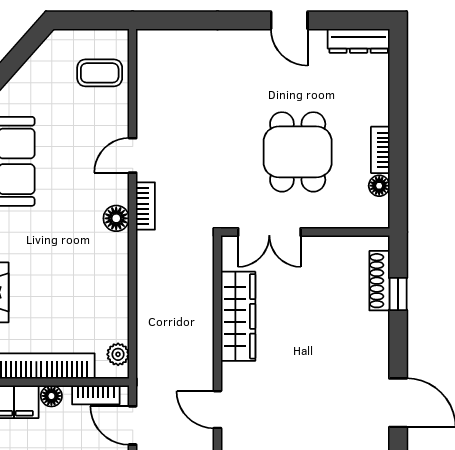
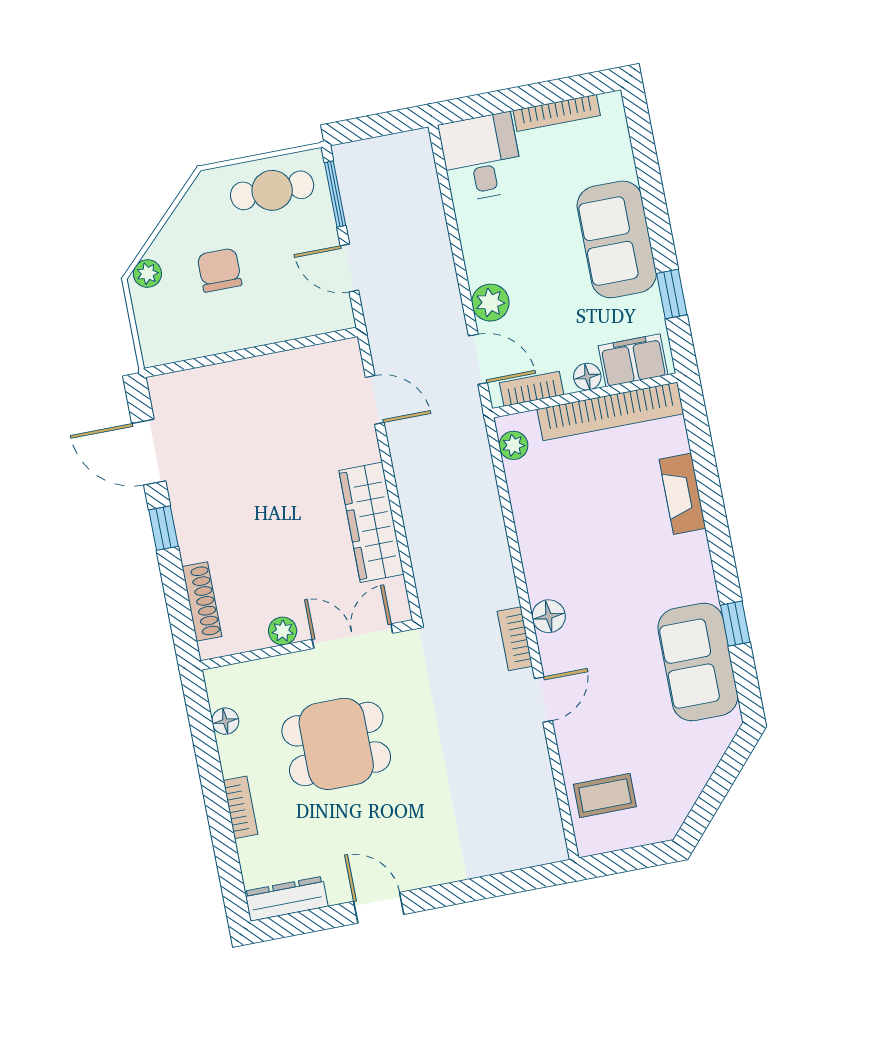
bookcase: (380, 150) -> (240, 807), moved
dining table: (298, 152) -> (336, 744), turned 90
plant: (322, 246) -> (283, 631), added
window: (398, 294) -> (163, 528), moved

